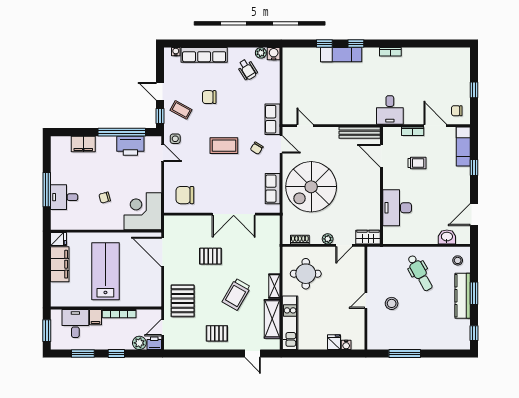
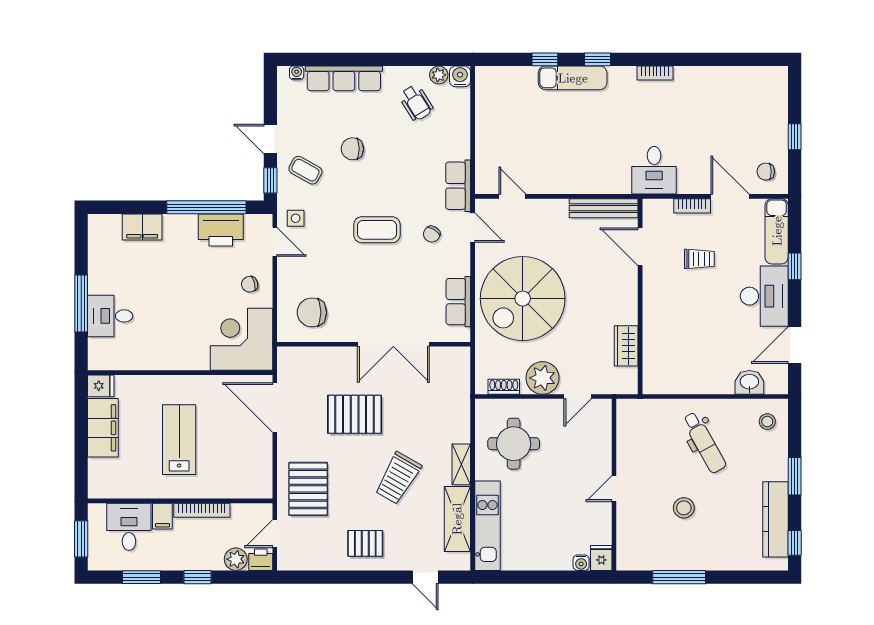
chair: (105, 198) -> (250, 284), moved
desk: (397, 208) -> (764, 296), moved, turned 180
wardrobe: (368, 237) -> (626, 346), moved, turned -90
plant: (328, 239) -> (543, 378), width x1.88, depth x1.88
pallet: (210, 256) -> (355, 414), width x1.50, depth x1.42
lab bench: (105, 271) -> (179, 440), width x0.73, depth x0.72
kitchen counter: (463, 296) -> (775, 519), moved
stool: (392, 303) -> (684, 508), moved
fridge: (334, 342) -> (601, 558), moved

